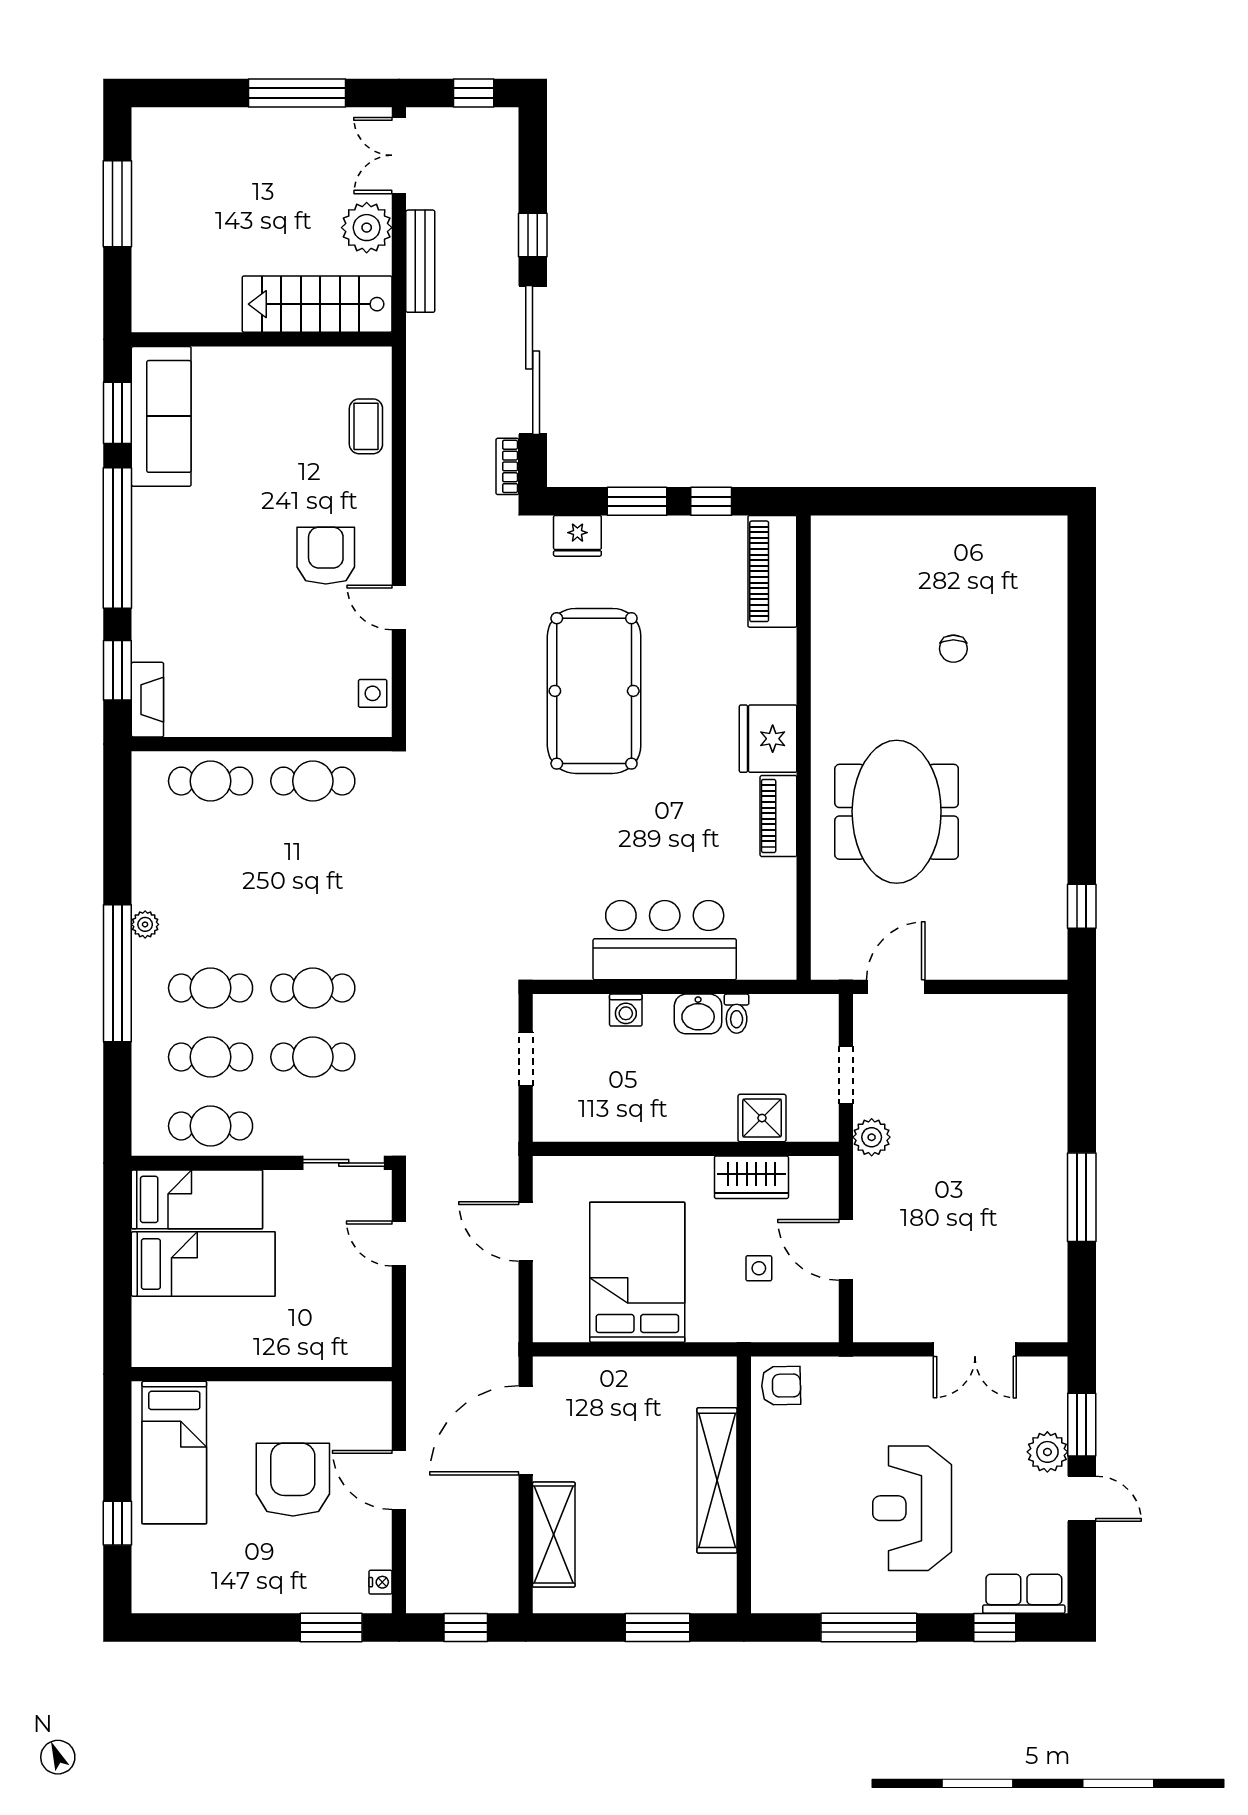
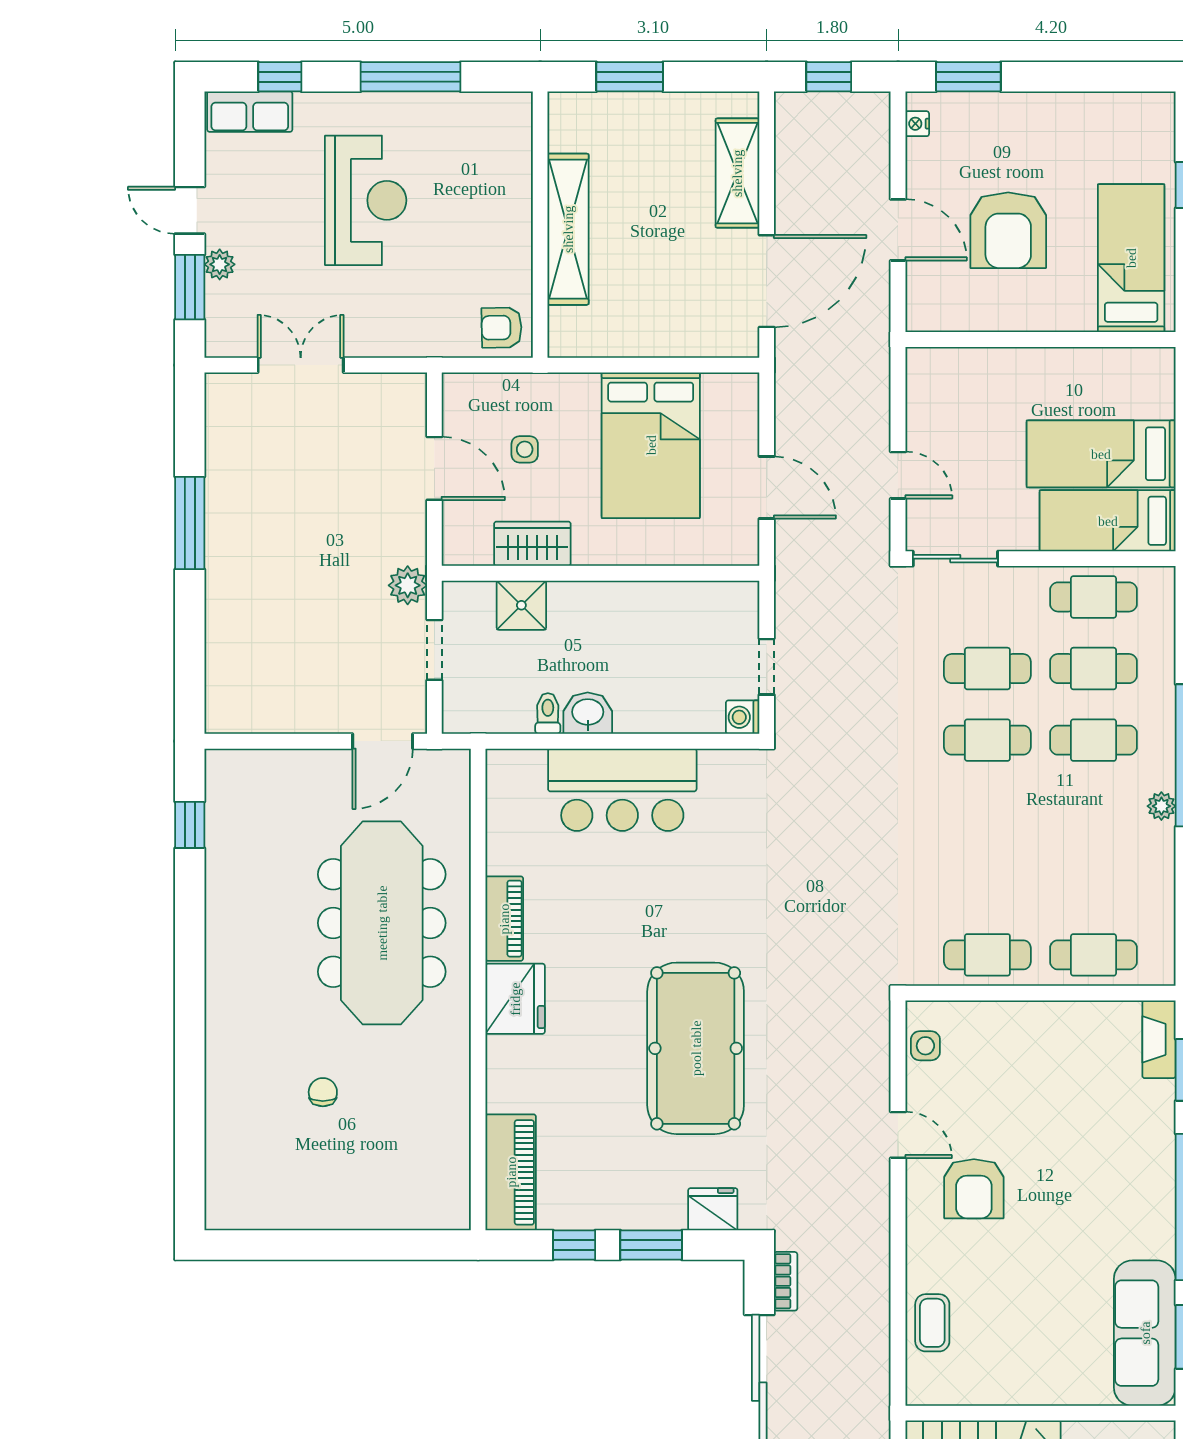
meeting table: (897, 812) -> (382, 923), width x1.36
washing machine: (626, 1010) -> (743, 717), moved, turned -90
plant: (1047, 1452) -> (220, 264), width x0.73, depth x0.73

